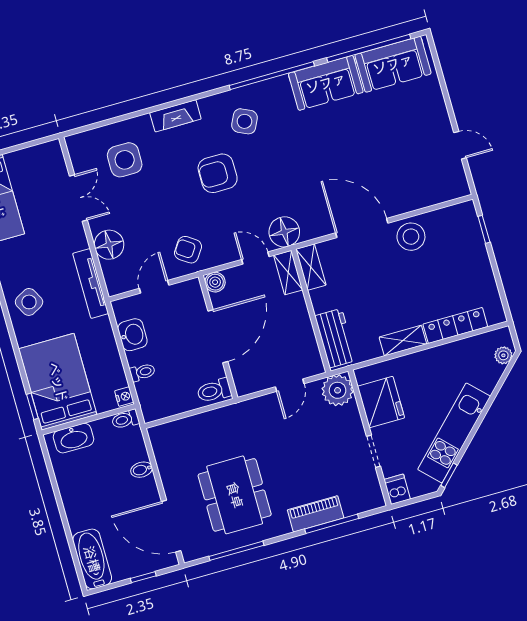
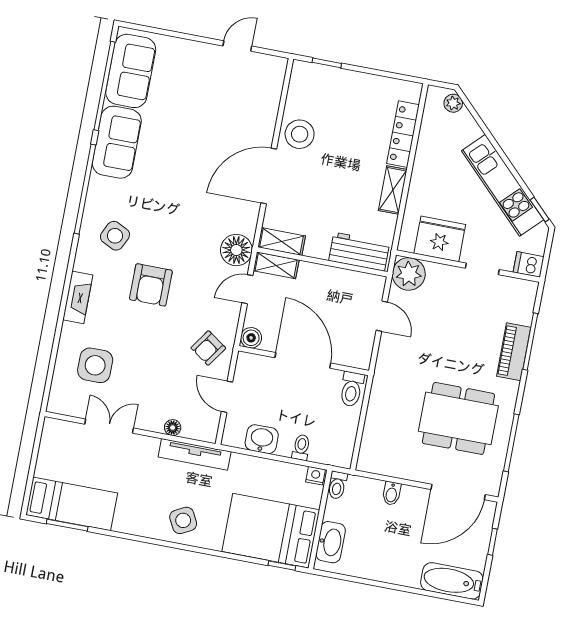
floor lamp: (109, 245) -> (173, 428), width x0.53, depth x0.53

